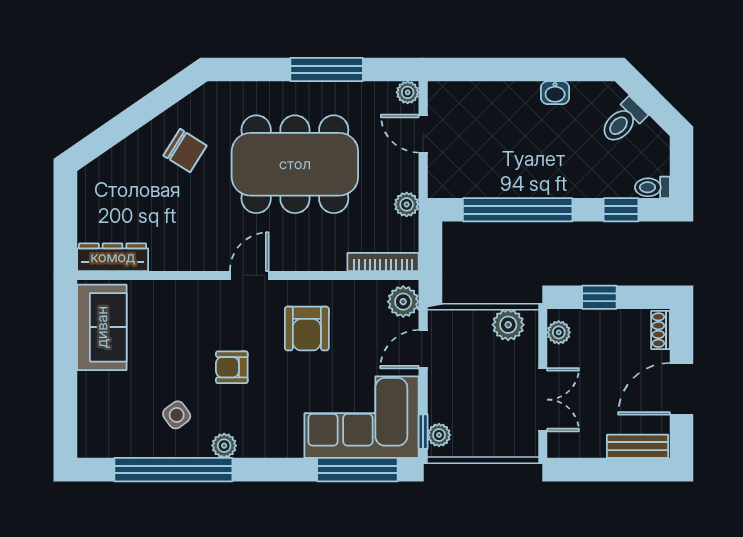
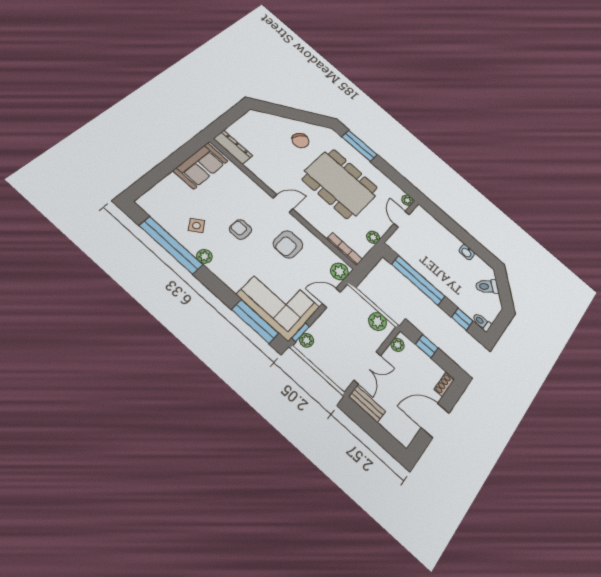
window: (327, 70) -> (359, 146), moved
bench: (637, 446) -> (367, 404), moved

